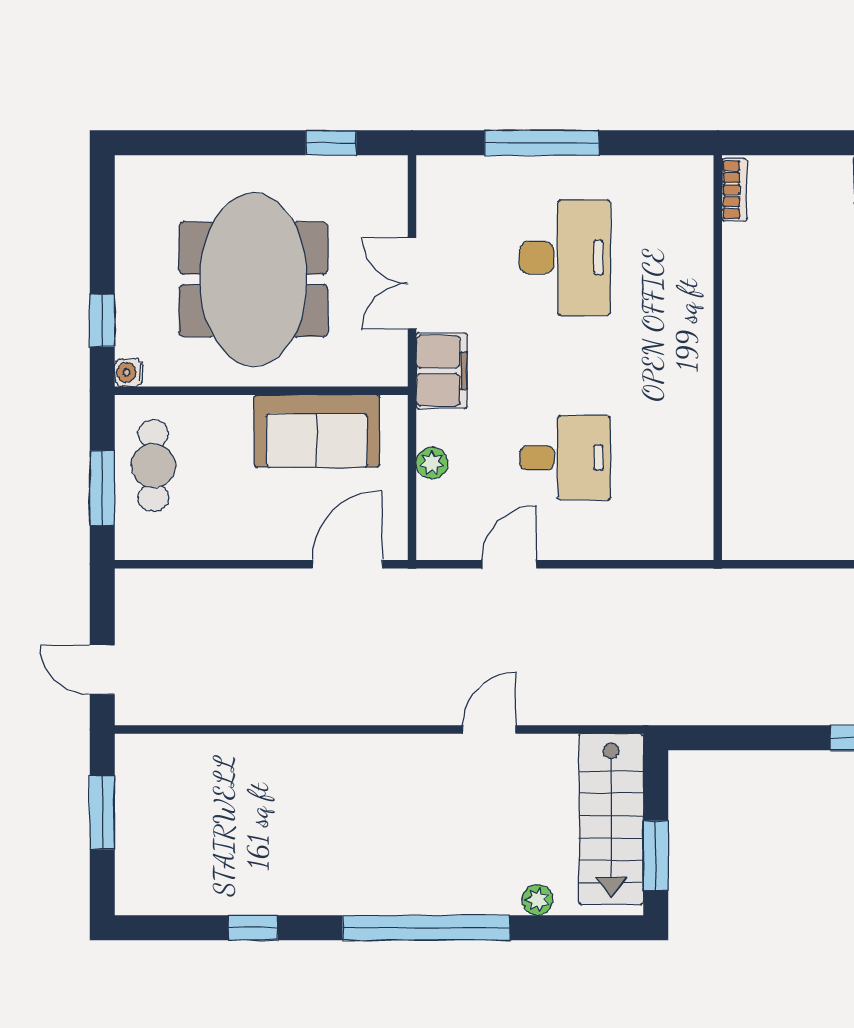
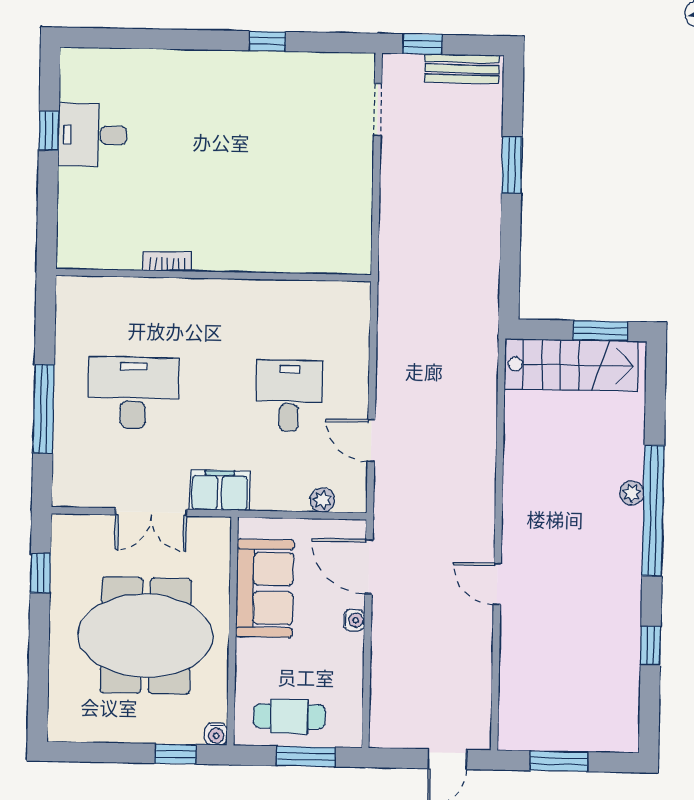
bookcase: (734, 190) -> (167, 261), moved
plant: (432, 463) -> (322, 500), moved
water cooler: (278, 547) -> (354, 620), added
door: (489, 729) -> (497, 584), moved
plant: (537, 900) -> (632, 493), moved

